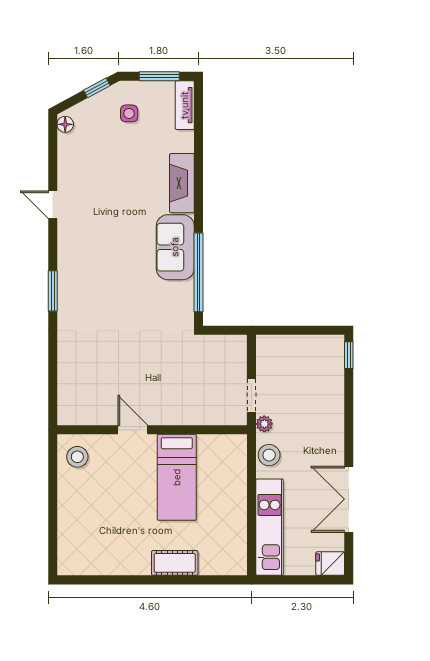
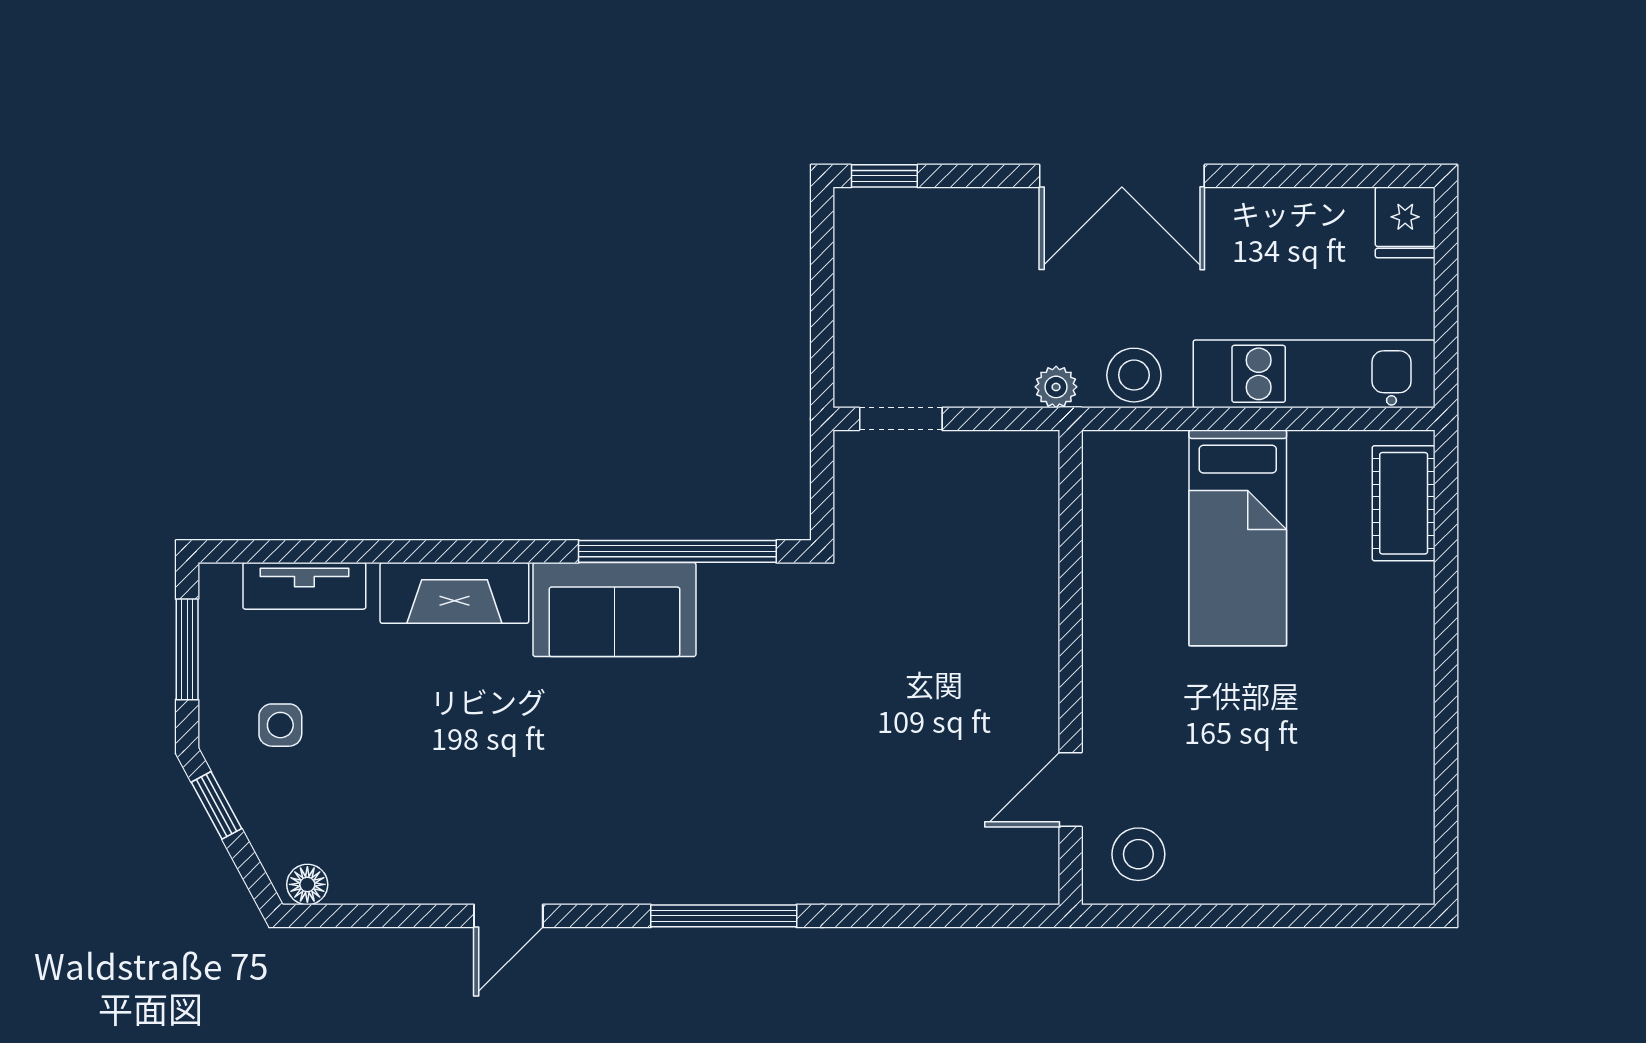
tv unit: (185, 105) -> (304, 586), moved
window: (53, 291) -> (724, 916), width x1.44
doorway: (252, 395) -> (901, 419), moved
door: (133, 430) -> (1071, 790), moved
bed: (177, 477) -> (1238, 538), moved, turned 90
double door: (349, 499) -> (1122, 176), moved
cot: (175, 563) -> (1404, 503), moved

